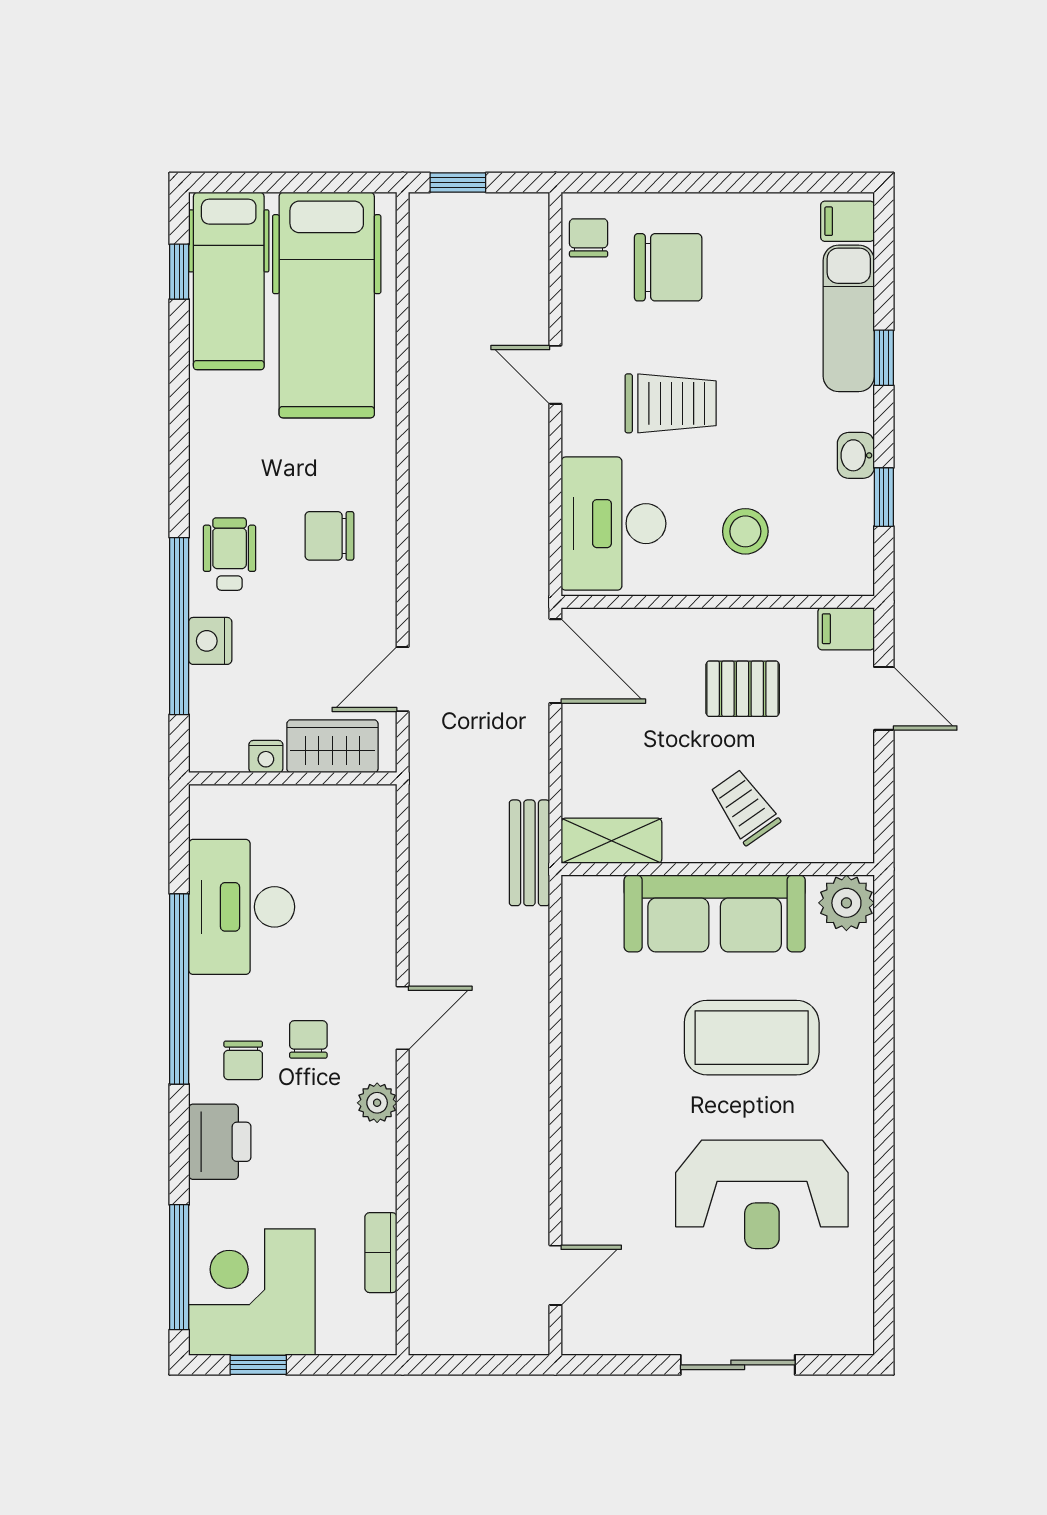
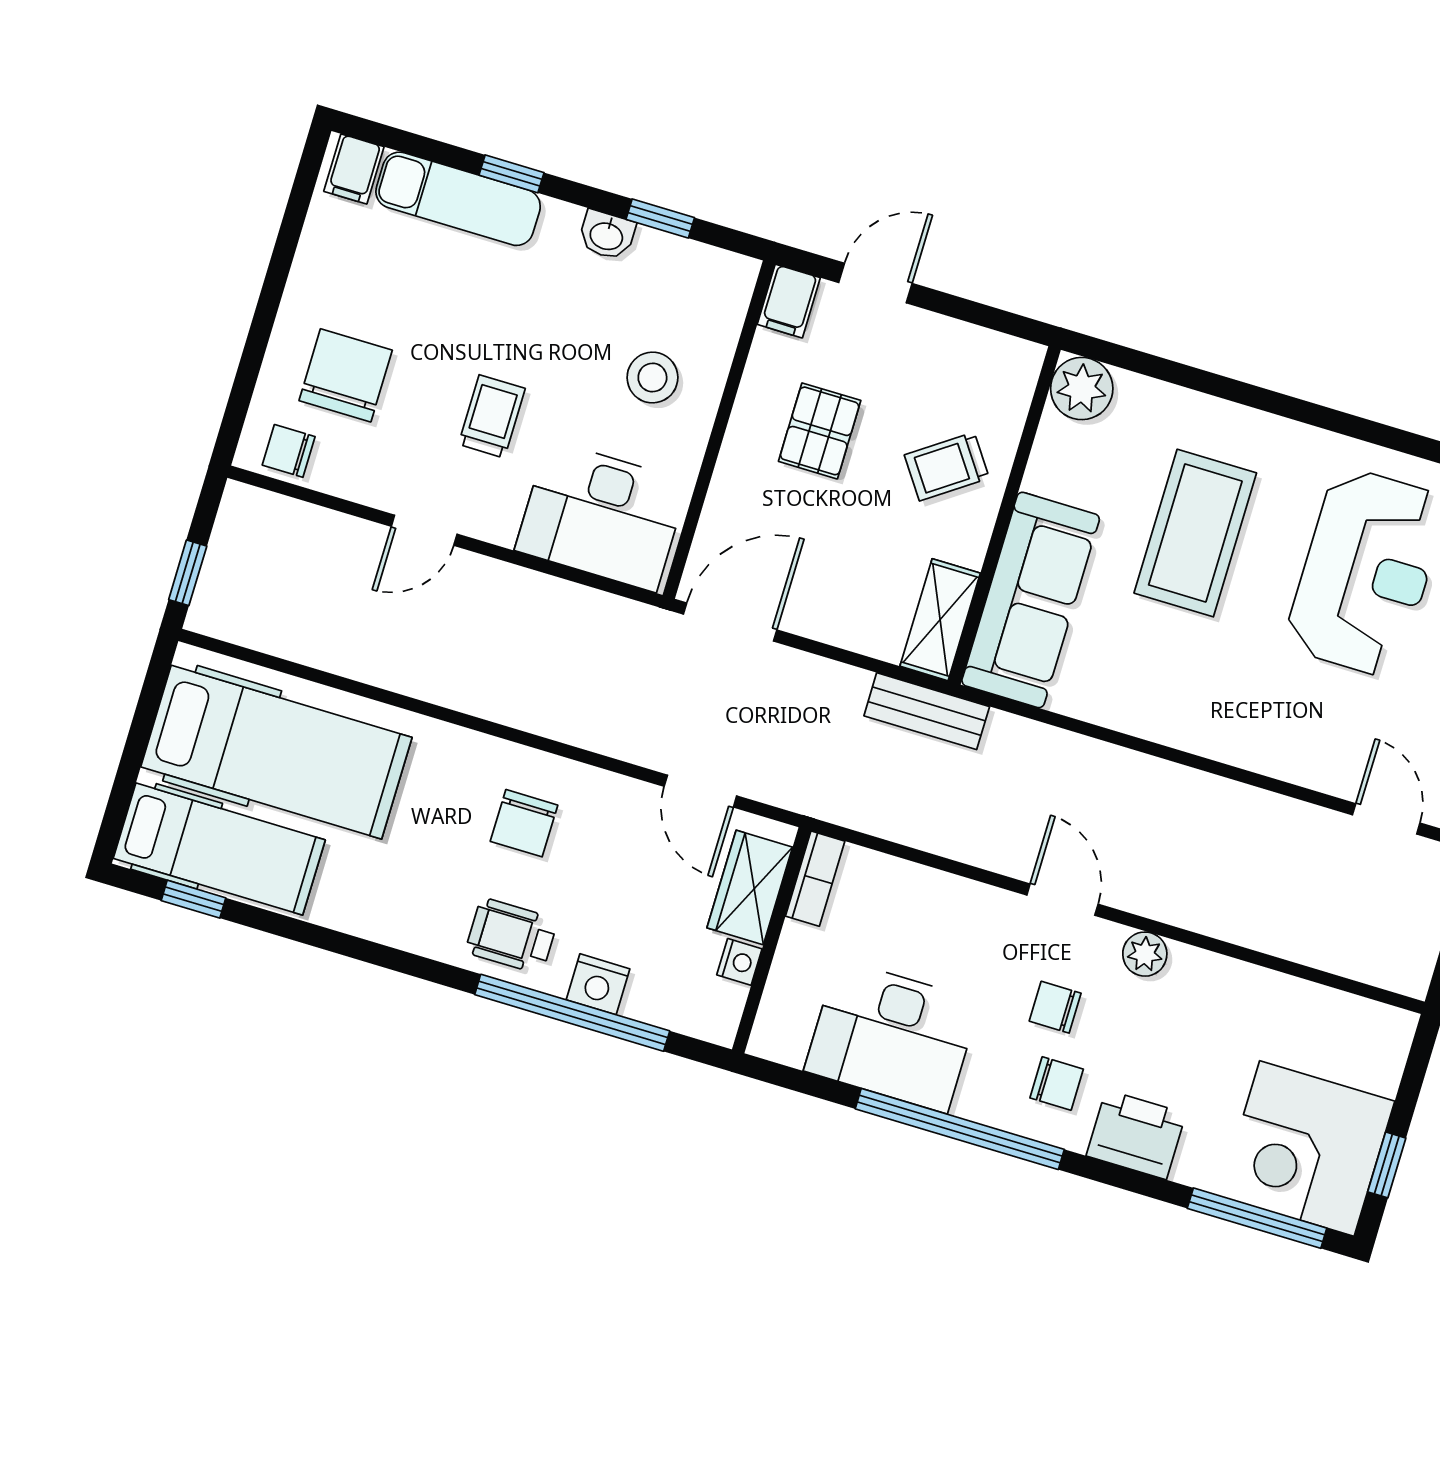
trolley: (671, 403) -> (492, 416), width x0.73, depth x0.72
sofa: (715, 913) -> (1031, 600), moved
bookcase: (381, 1253) -> (815, 879), moved, turned -90

